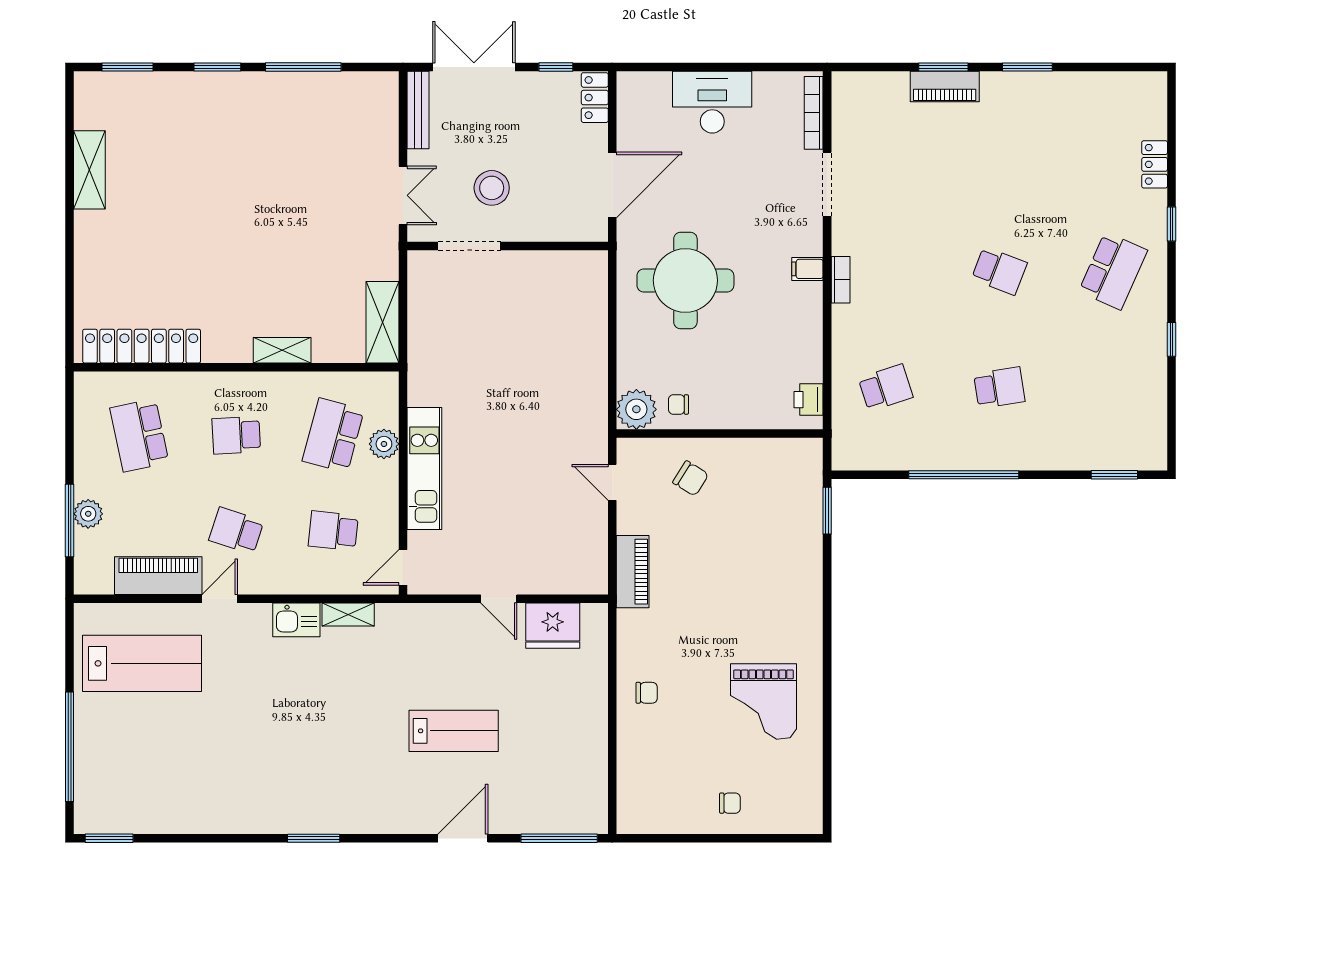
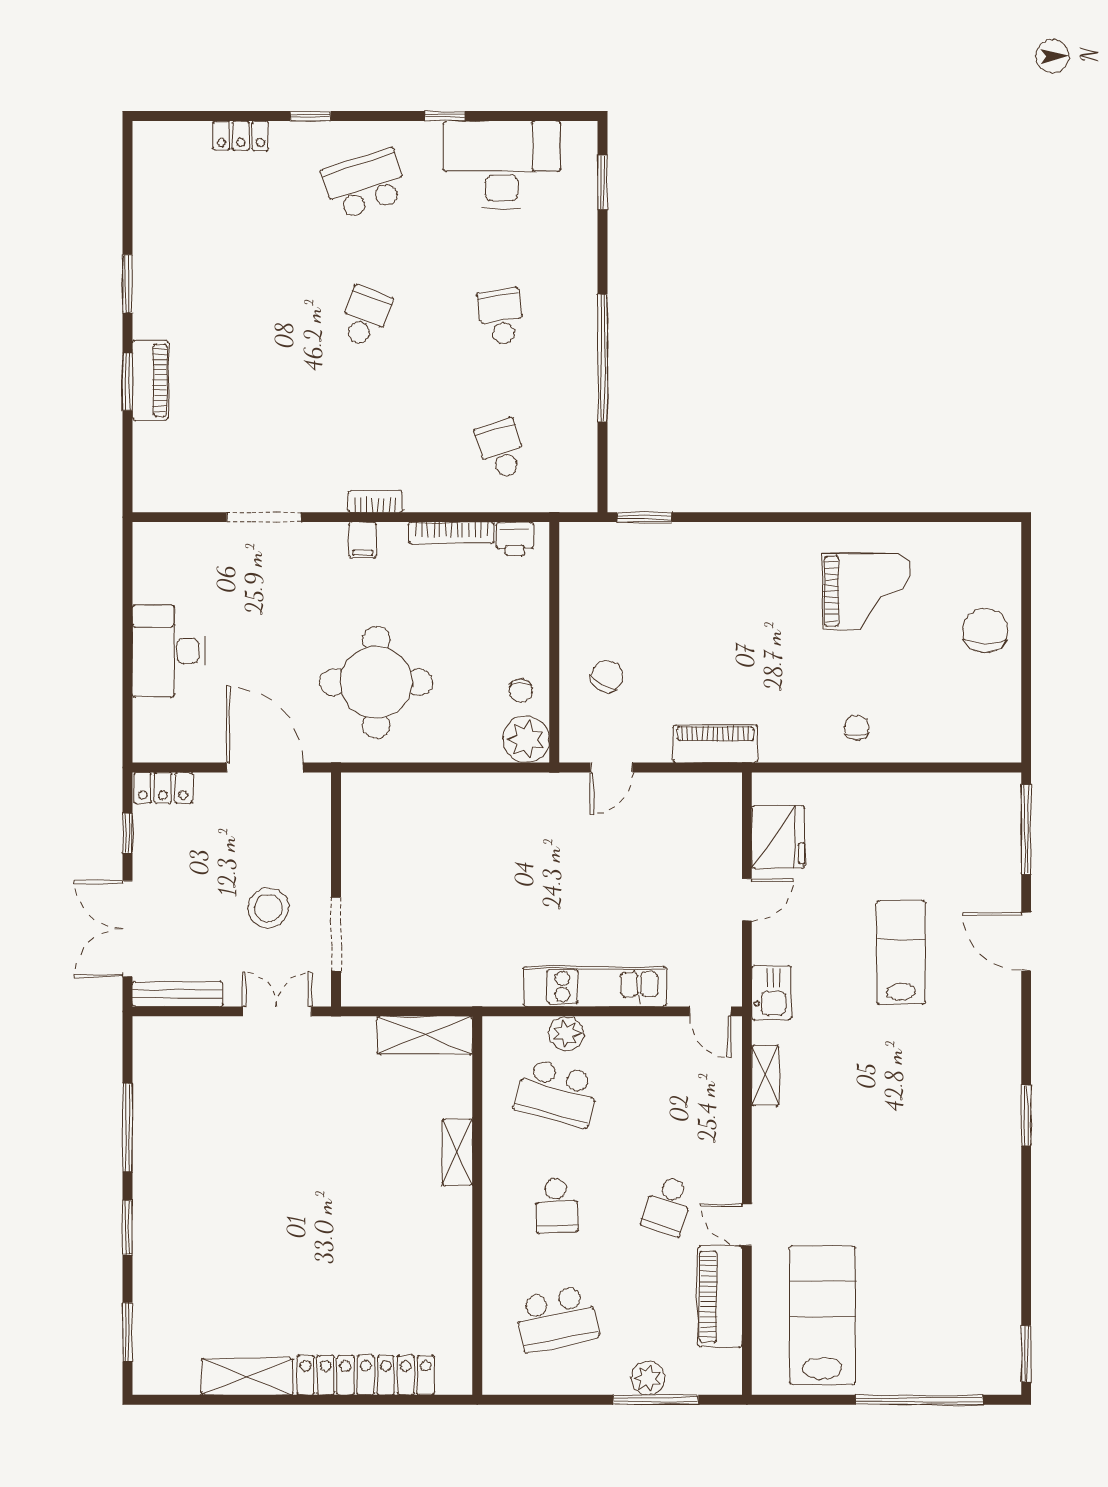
bookcase: (814, 113) -> (451, 533), moved
school desk: (1113, 271) -> (365, 184), turned -42
locker: (142, 346) -> (366, 1375), moved, turned 90
desk: (1130, 388) -> (502, 164), added
school desk: (333, 531) -> (668, 1093), removed
kitchen sink: (296, 620) -> (772, 993), moved
chair: (730, 803) -> (985, 630), width x1.87, depth x1.87

